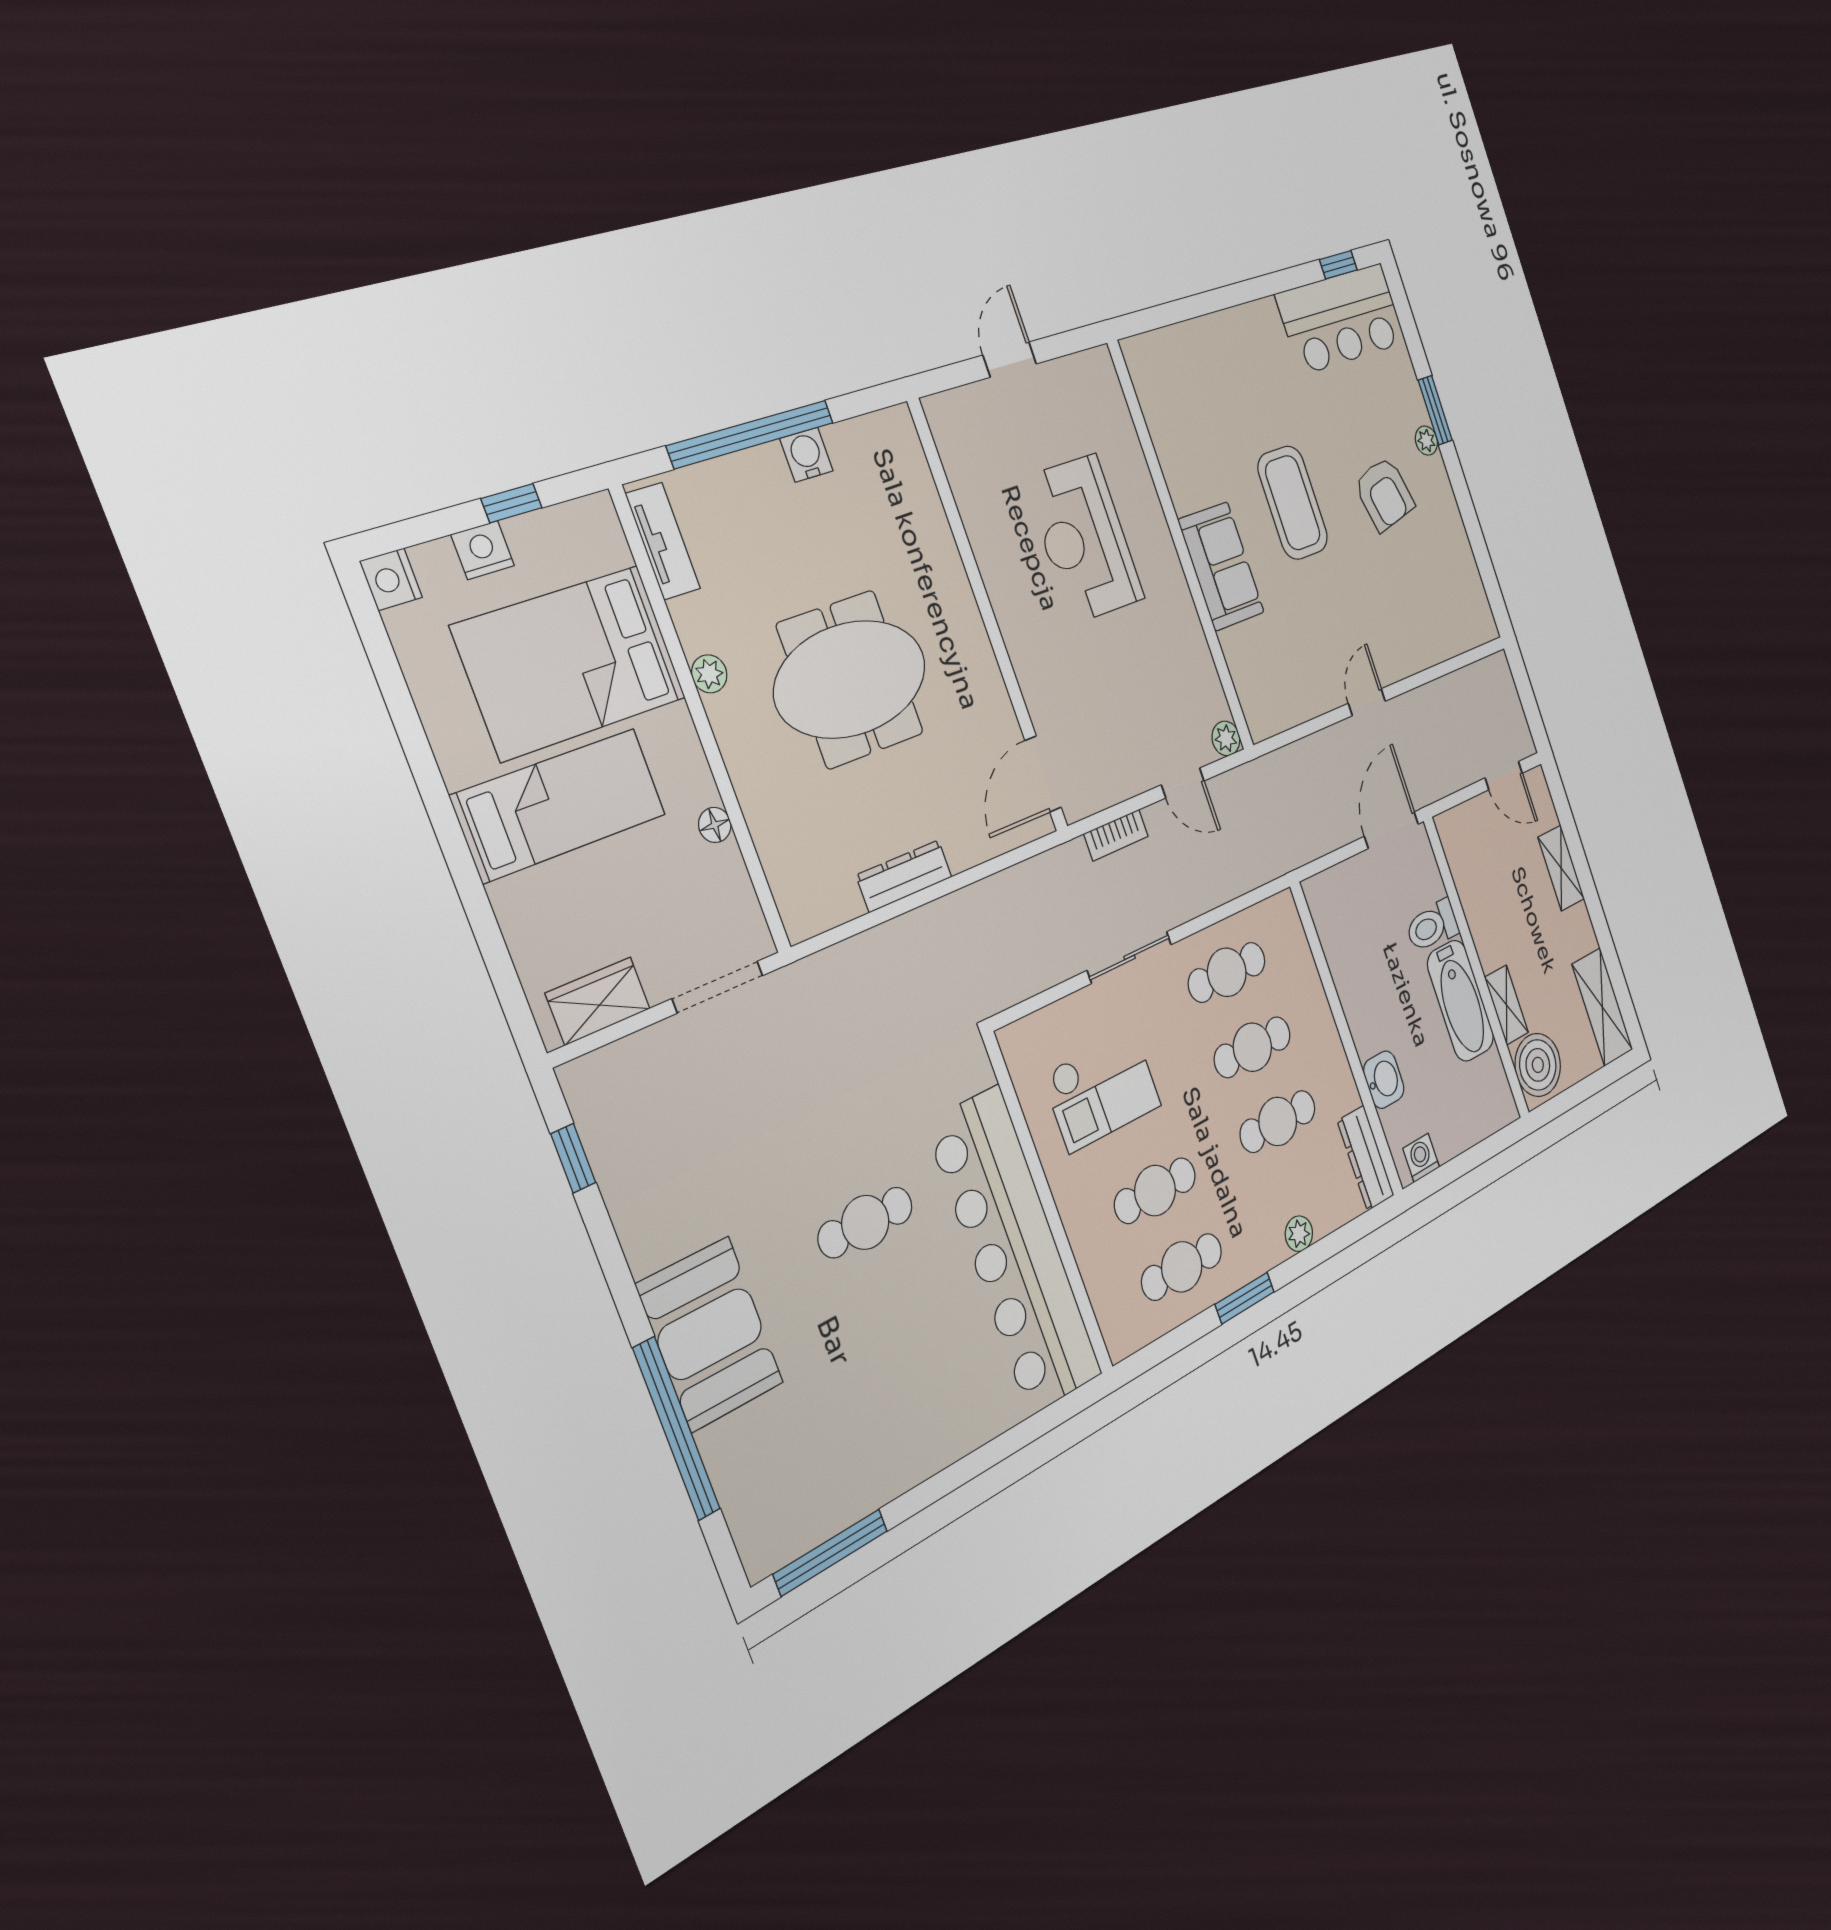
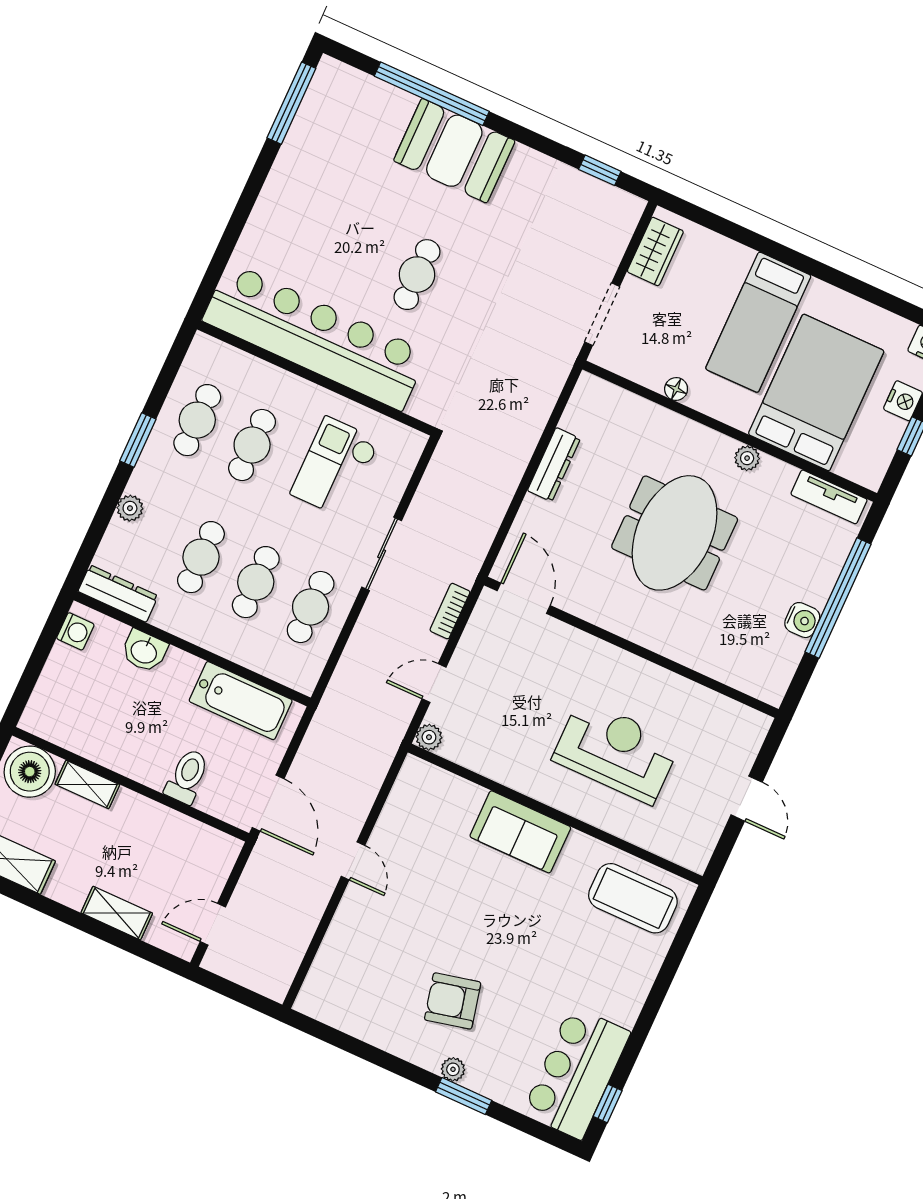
coffee table: (1293, 503) -> (633, 898), moved
bathtub: (1461, 1001) -> (241, 701), moved, turned 180

